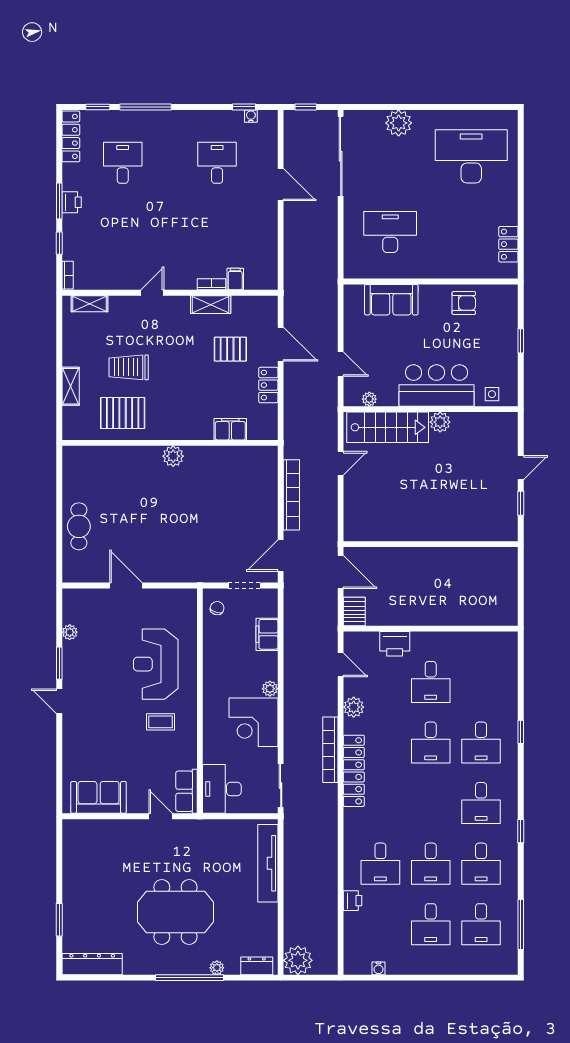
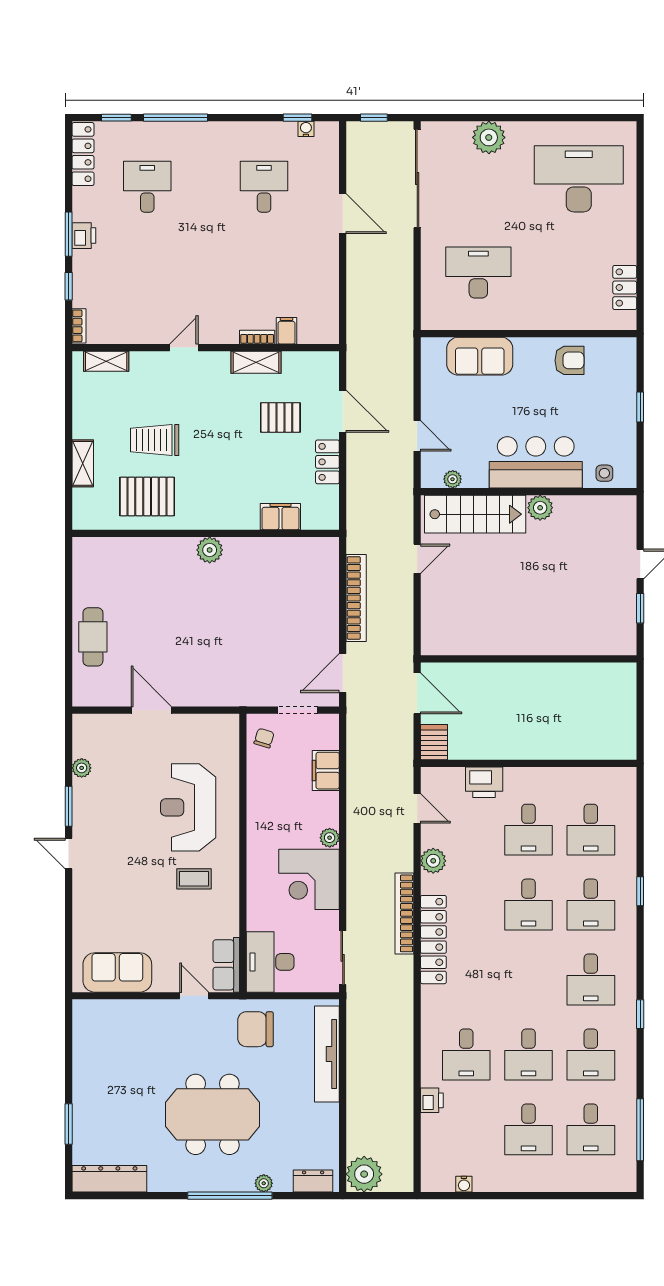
desk: (481, 682) -> (591, 830), added
chair: (210, 843) -> (256, 1029), added

